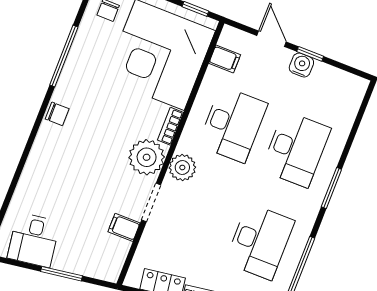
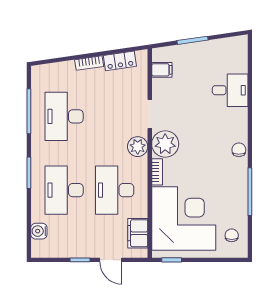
filing cabinet: (225, 59) -> (138, 233), width x2.00
water cooler: (301, 65) -> (39, 231), moved, turned 90
chair: (57, 114) -> (239, 150), turned 90
filing cabinet: (124, 227) -> (162, 70), moved
desk: (34, 240) -> (230, 90), moved, turned 98

